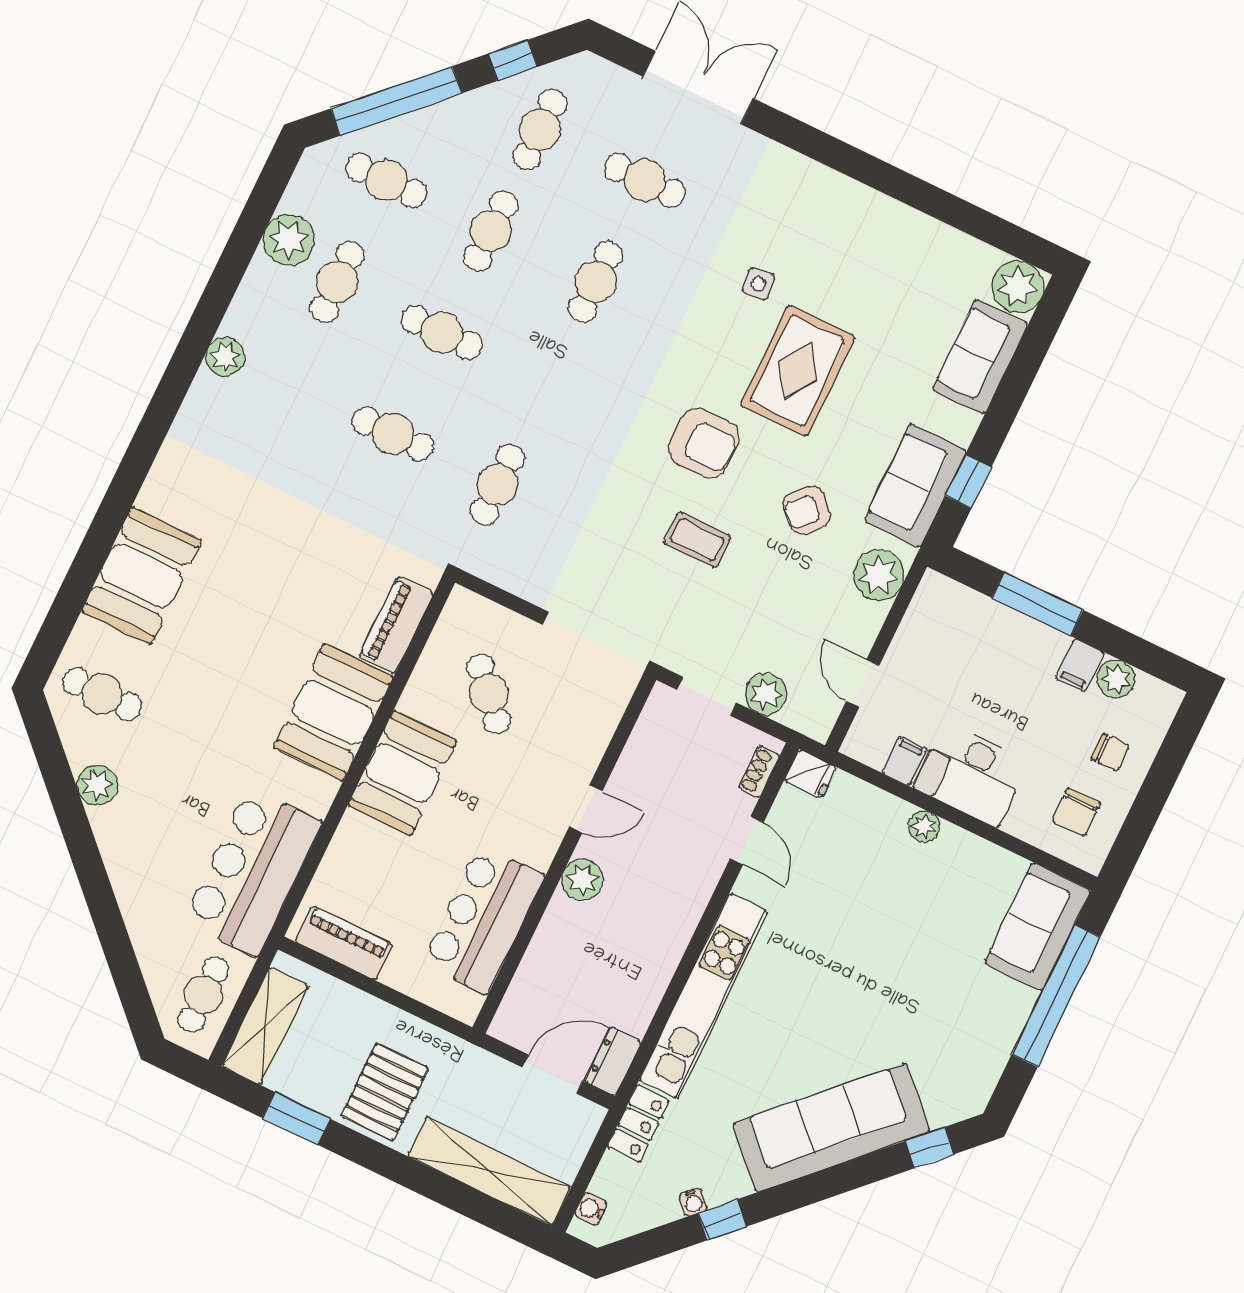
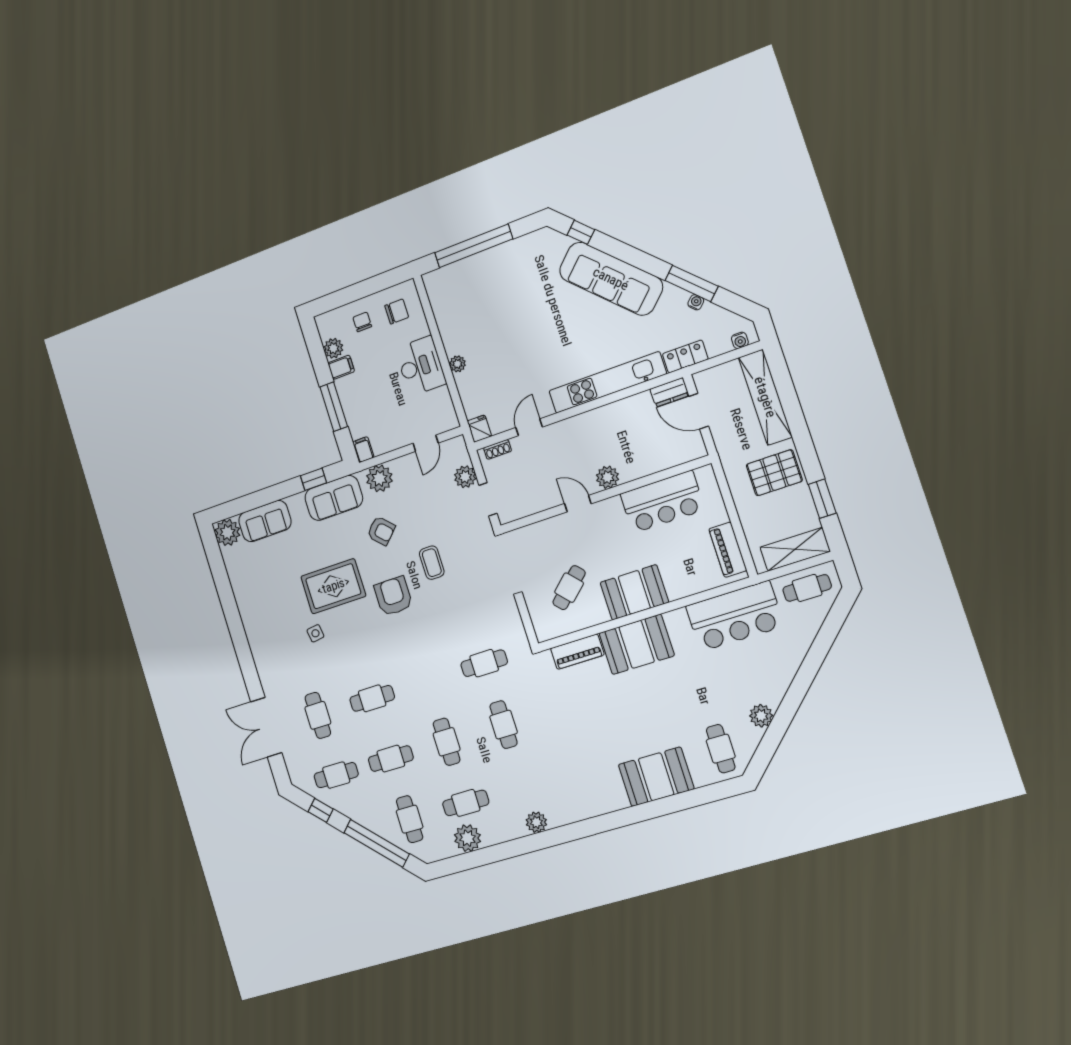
filing cabinet: (905, 761) -> (363, 450), moved, turned 90
sofa: (1038, 927) -> (454, 281), removed
window: (722, 1220) -> (692, 283), width x2.17

